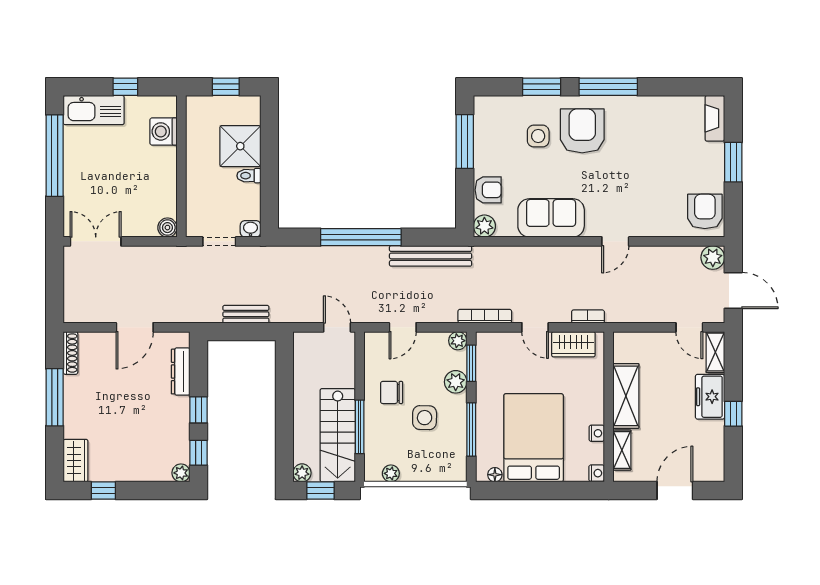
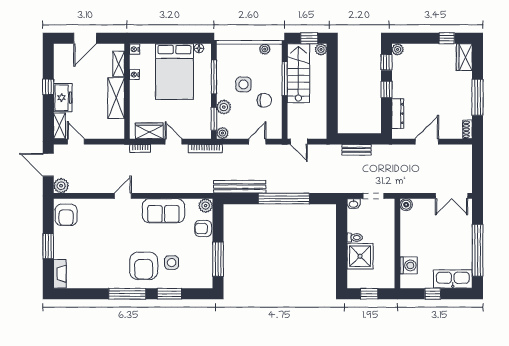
shoe rack: (70, 353) -> (467, 129), width x0.70

